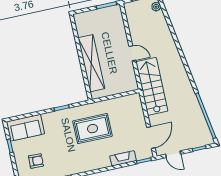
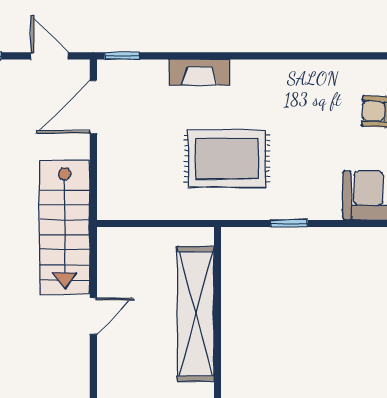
door: (132, 53) -> (93, 316), swing flipped
fireplace: (123, 158) -> (199, 72), moved

